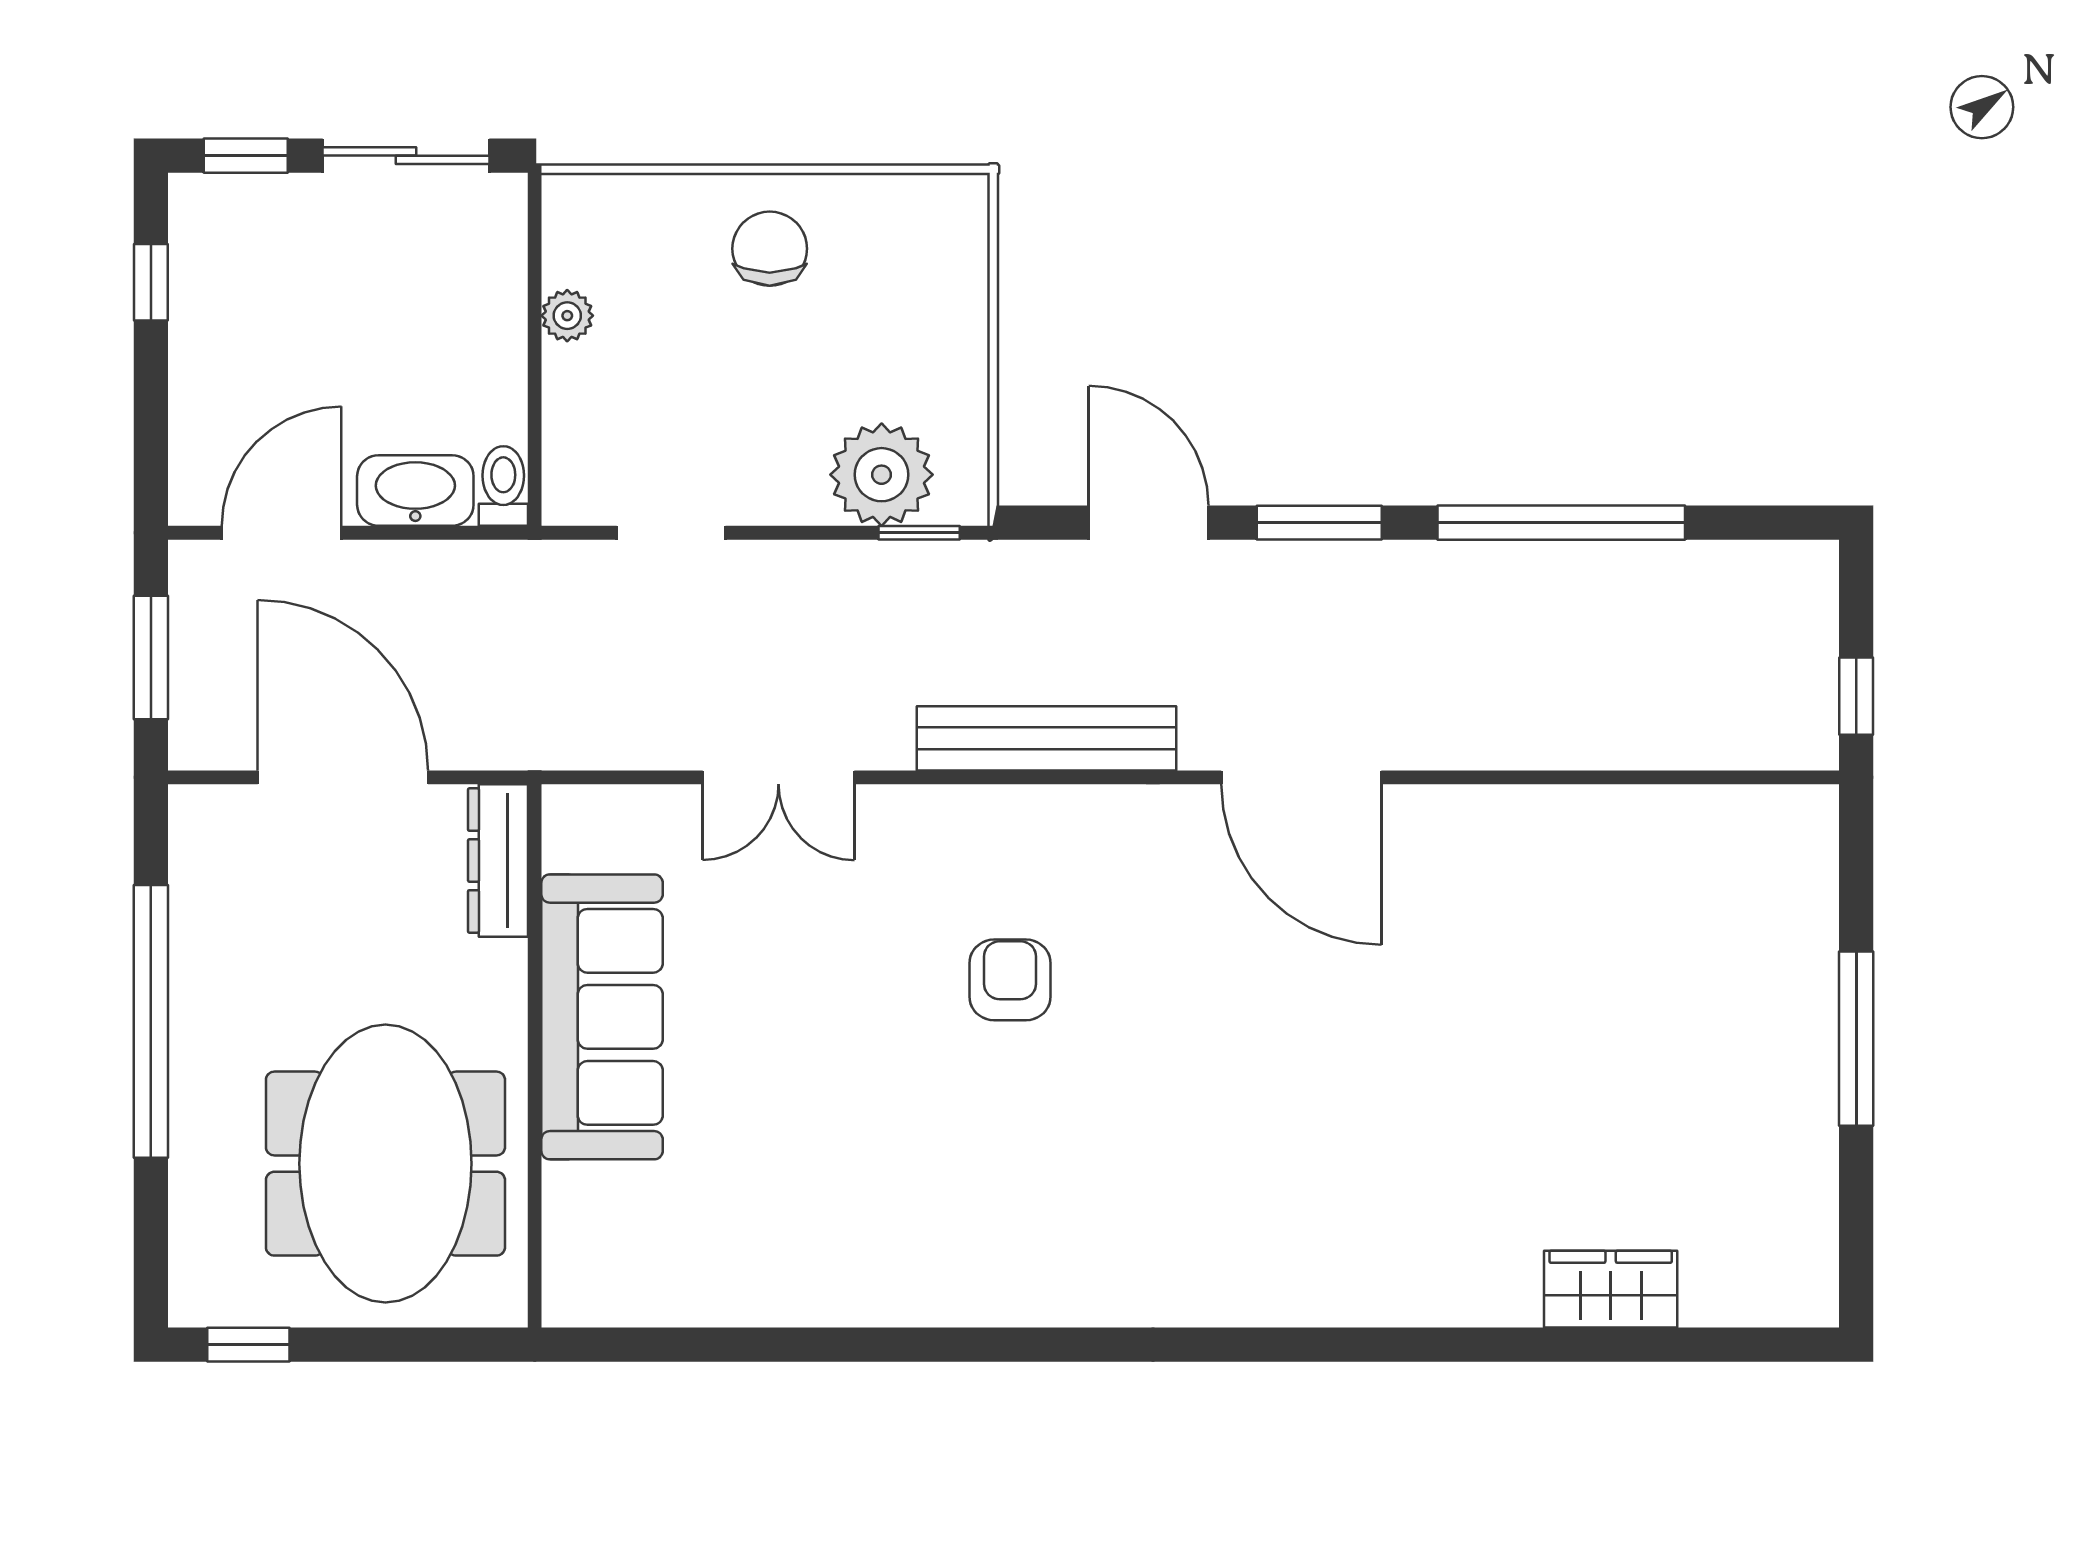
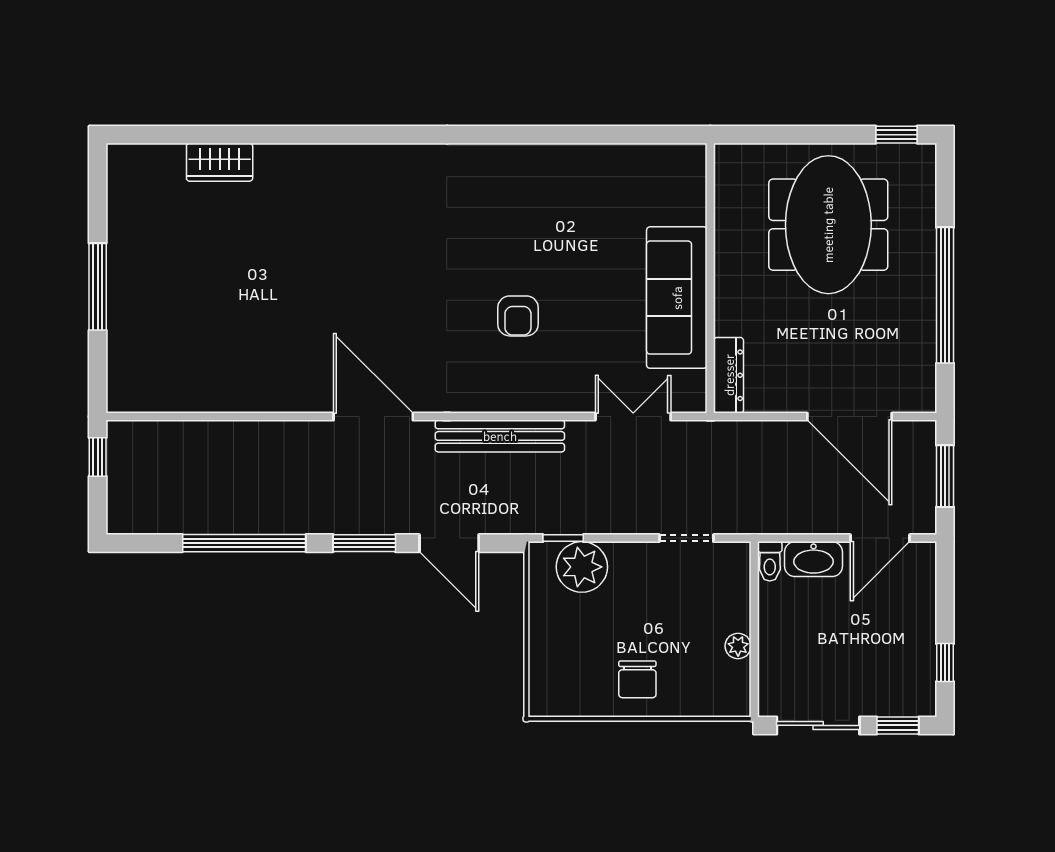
dresser: (498, 860) -> (729, 375), moved
sofa: (602, 1017) -> (677, 298), moved
wall: (535, 1056) -> (710, 278), moved

